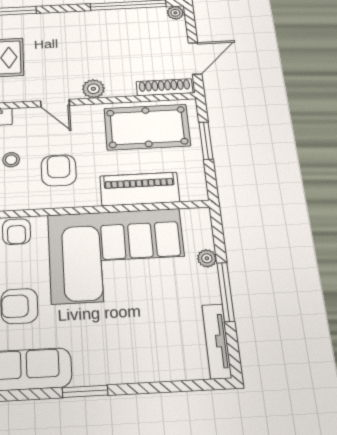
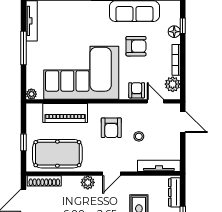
door: (55, 103) -> (112, 174), swing flipped
window: (206, 141) -> (23, 142), width x0.67
plant: (207, 258) -> (31, 94), moved

